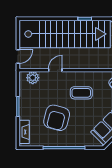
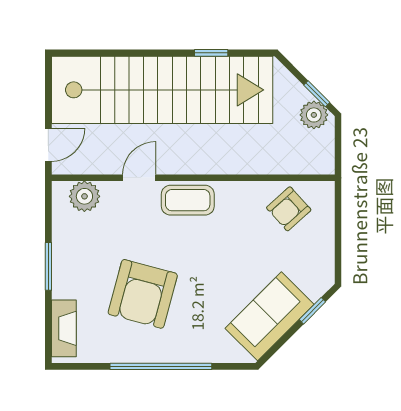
coffee table: (81, 93) -> (188, 200), moved

